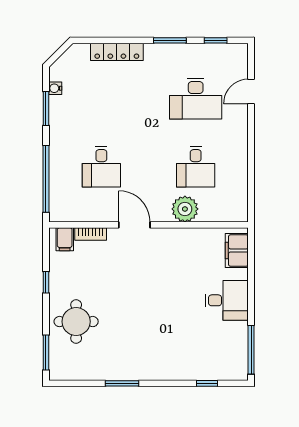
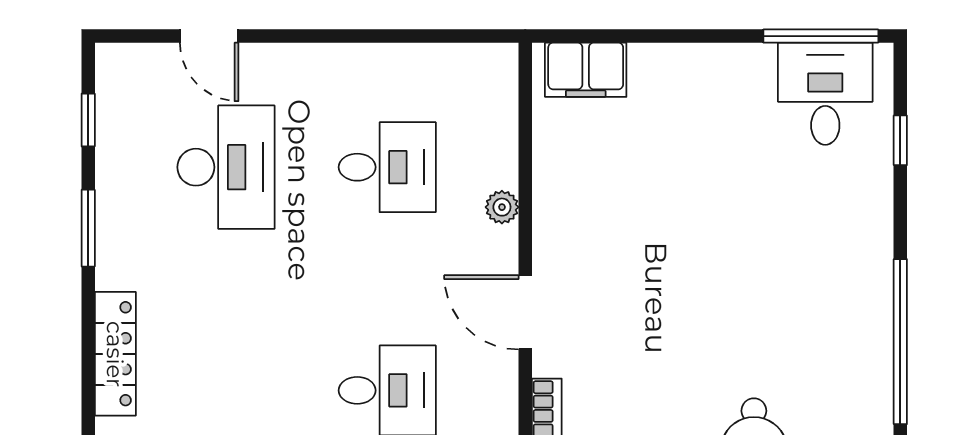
plant: (185, 209) -> (502, 207), width x0.53, depth x0.53
door: (134, 225) -> (525, 312), hinge flipped
desk: (227, 300) -> (825, 94), moved
window: (122, 383) -> (900, 342), width x2.11

